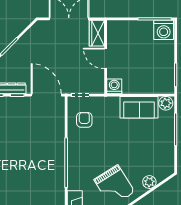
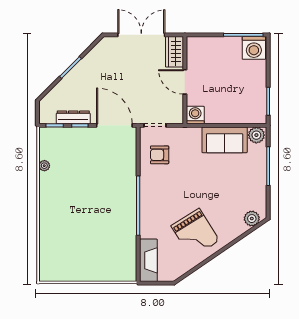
armchair: (84, 120) -> (160, 155), turned -90
plant: (149, 182) -> (252, 219), moved

